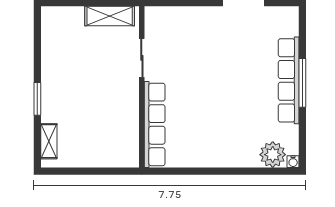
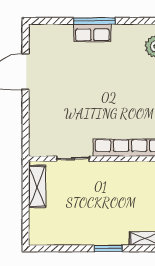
row of seats: (289, 80) -> (92, 33), width x0.50

